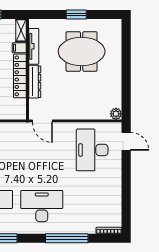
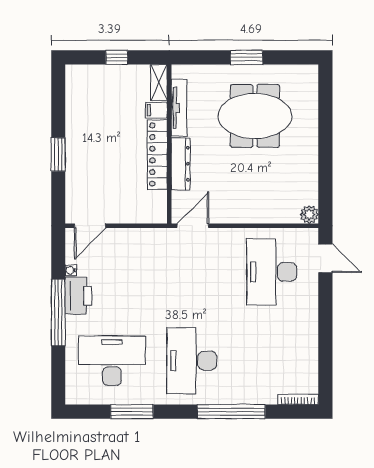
door: (42, 121) -> (193, 226), swing flipped
desk: (42, 206) -> (192, 361), turned -90

